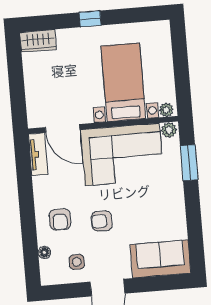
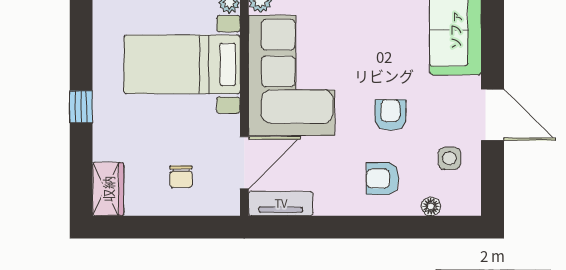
chair: (50, 88) -> (181, 177), added
armchair: (60, 219) -> (383, 179), turned 180
armchair: (102, 221) -> (390, 115), turned 180

